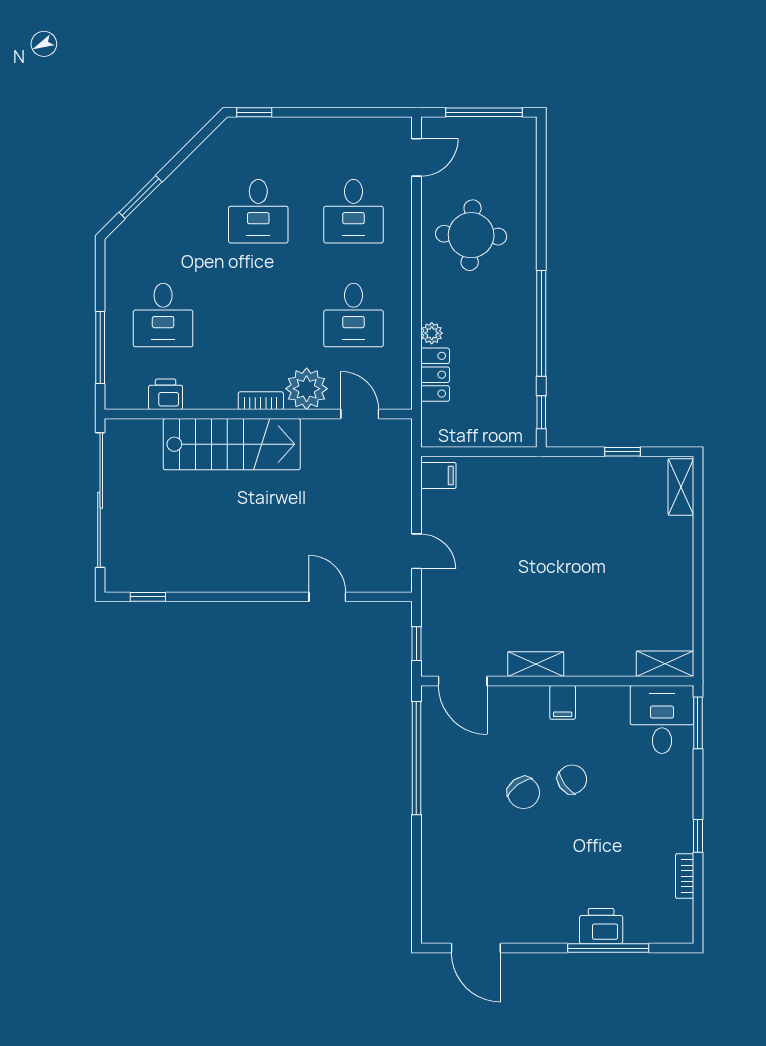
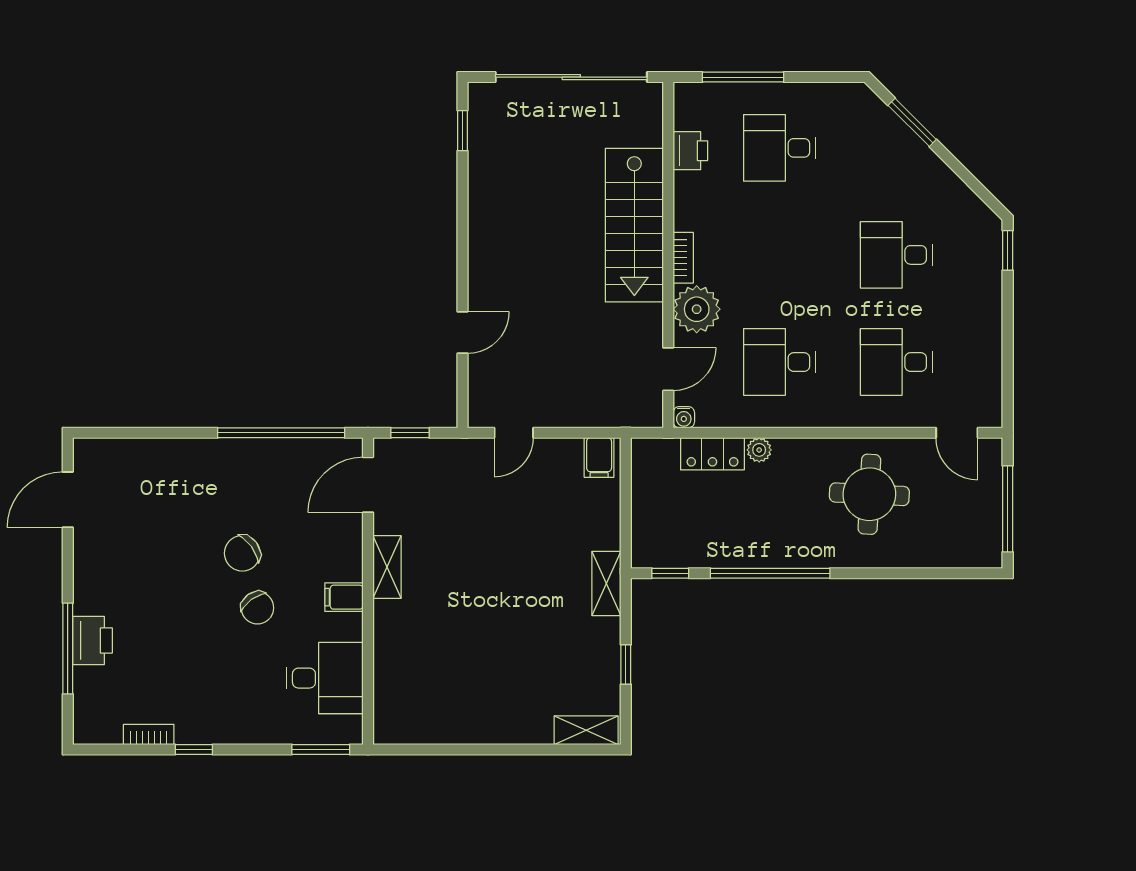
water cooler: (403, 400) -> (684, 417), added
shelving: (665, 664) -> (606, 583), moved
desk: (662, 720) -> (325, 678), moved

